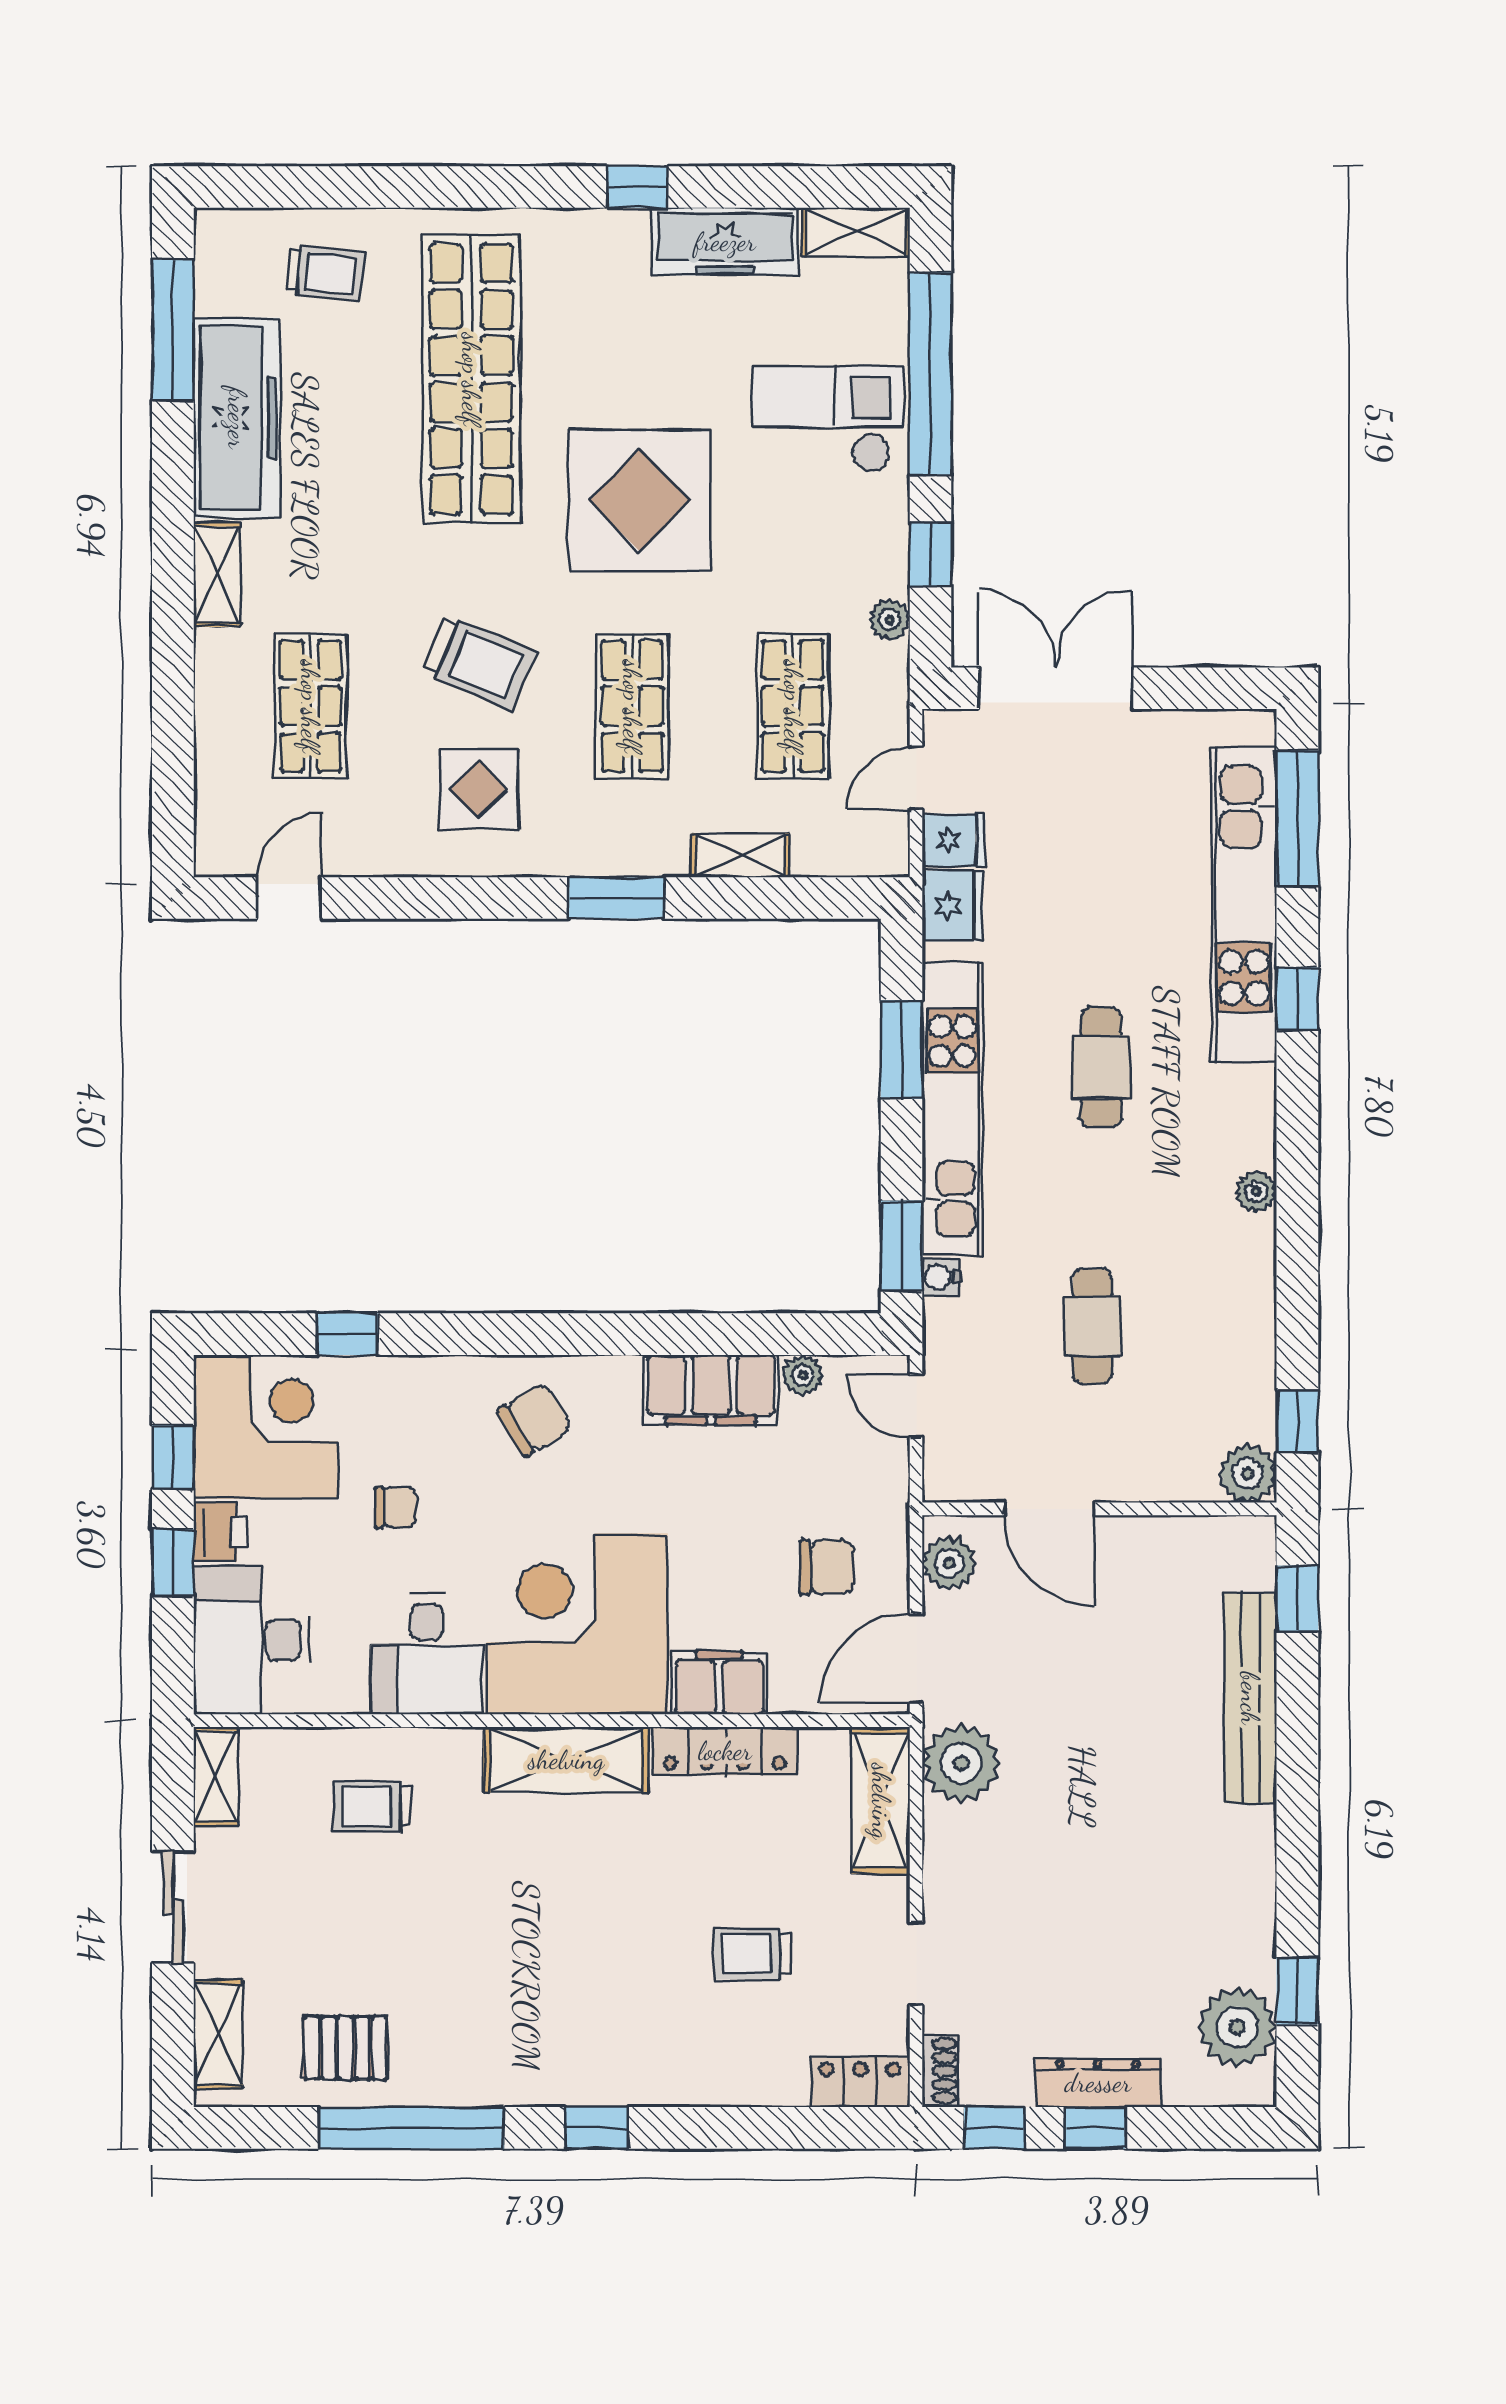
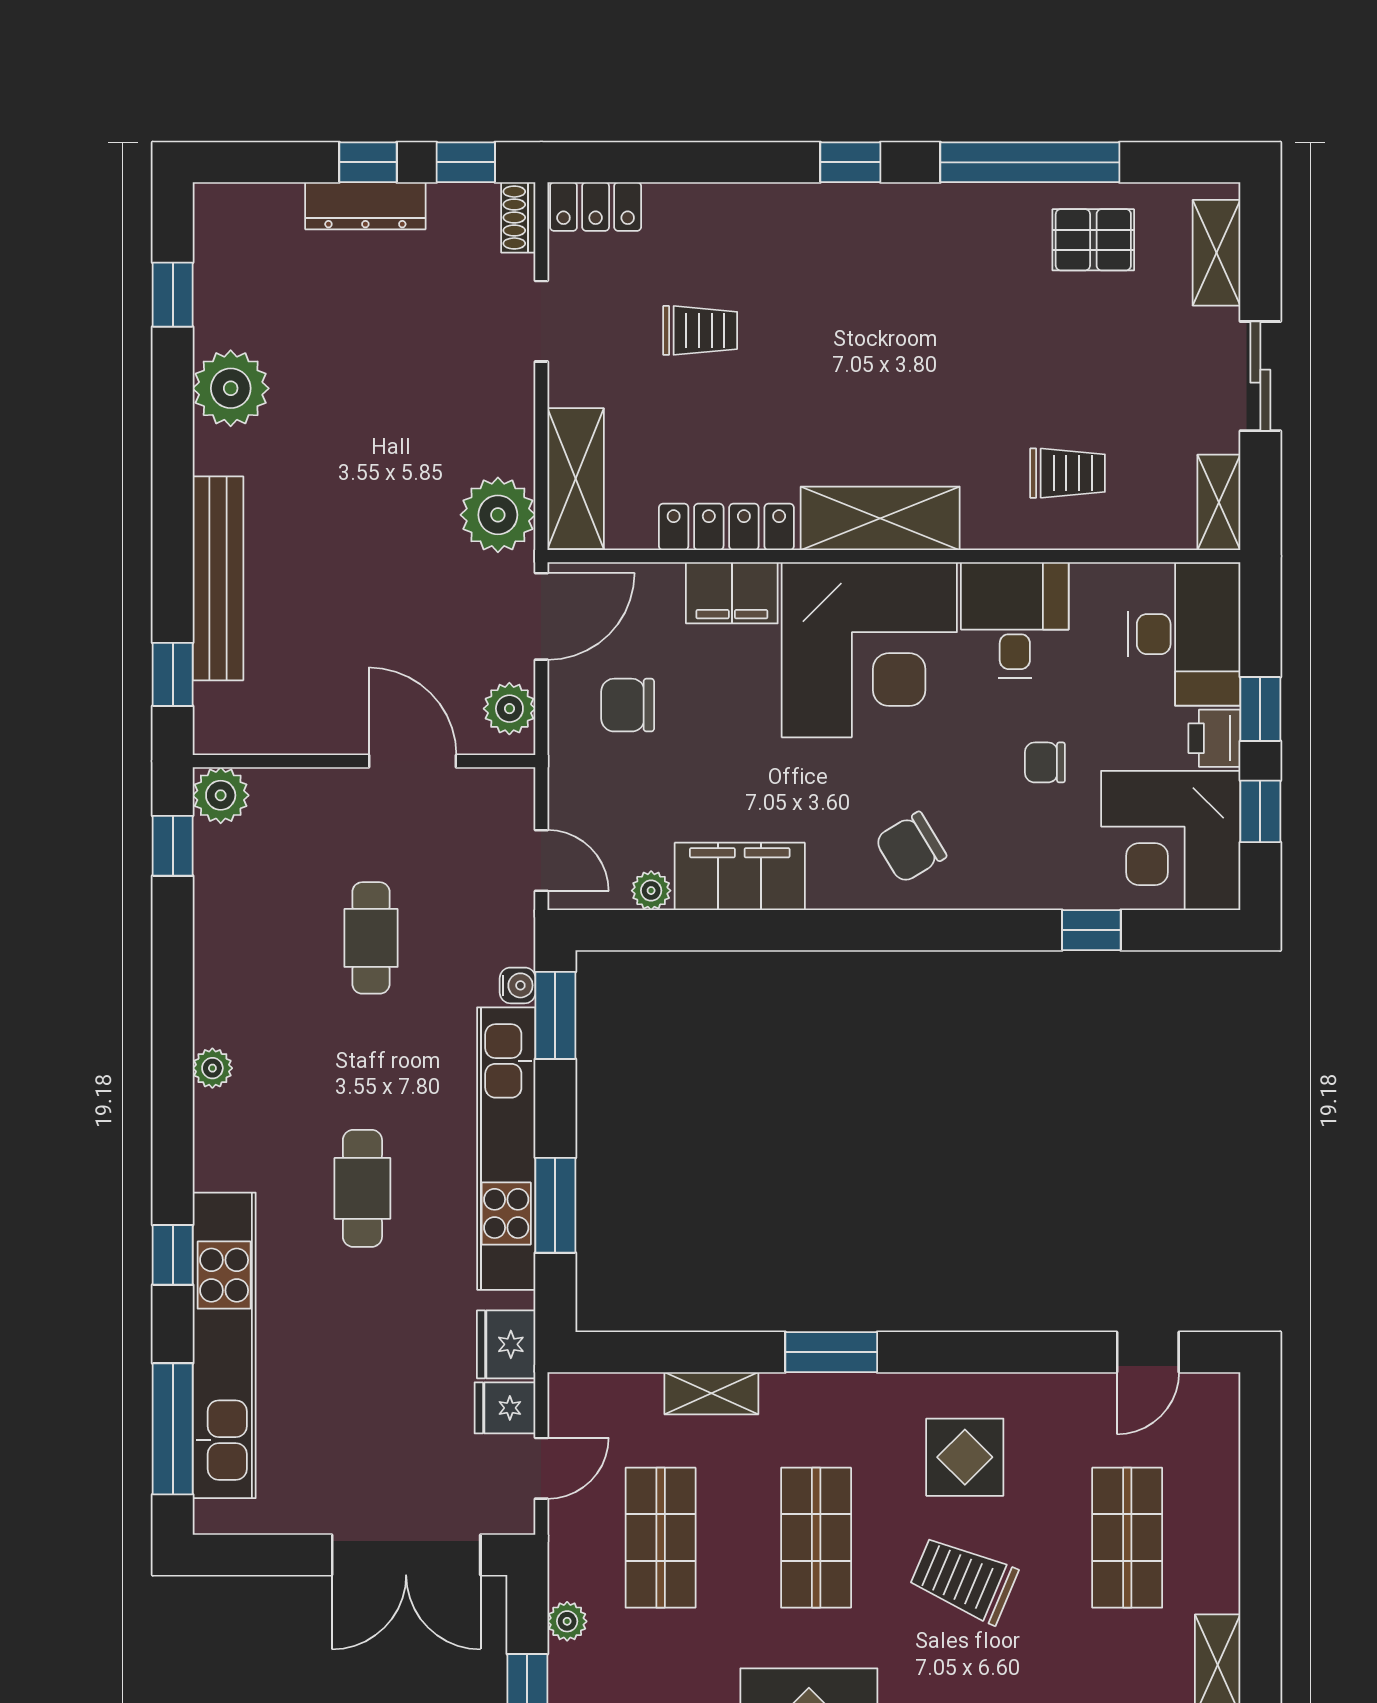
plant: (1237, 2027) -> (231, 388), moved

